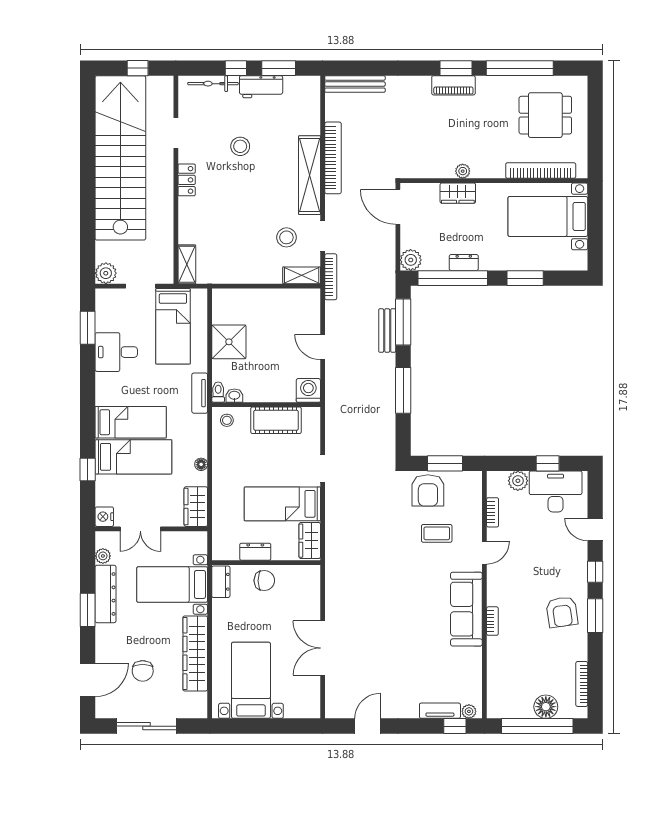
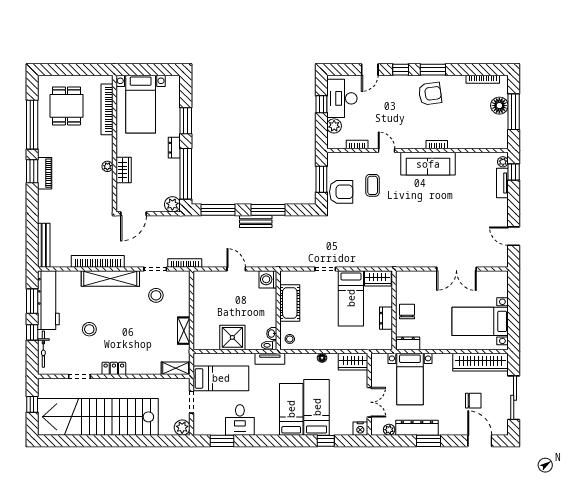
workbench: (261, 87) -> (48, 300), width x1.88, depth x1.32
dresser: (464, 263) -> (174, 148), moved
shelving: (302, 275) -> (184, 331), moved
bench: (387, 331) -> (256, 222), moved
door: (323, 347) -> (236, 269), swing flipped
wardrobe: (195, 653) -> (480, 362), moved
window: (537, 726) -> (514, 112), width x0.68

